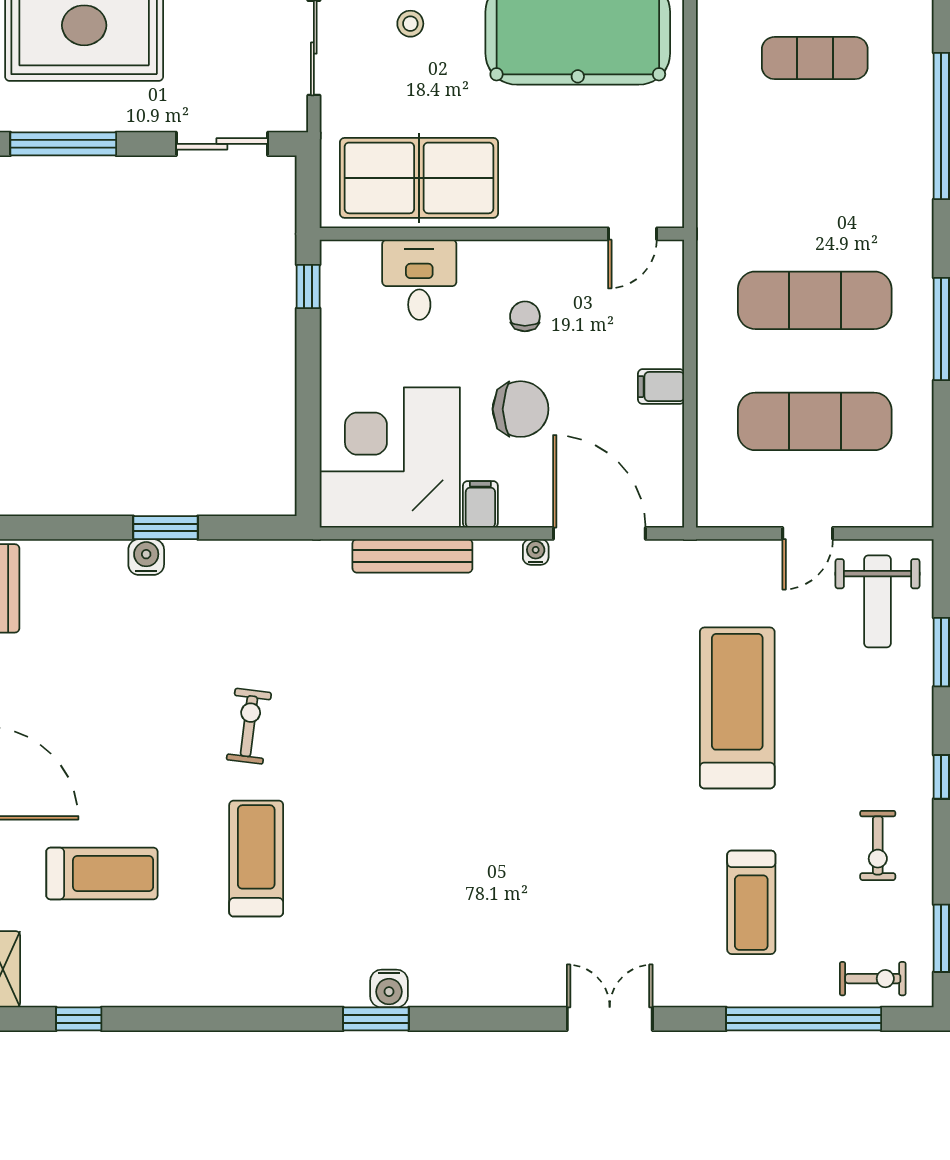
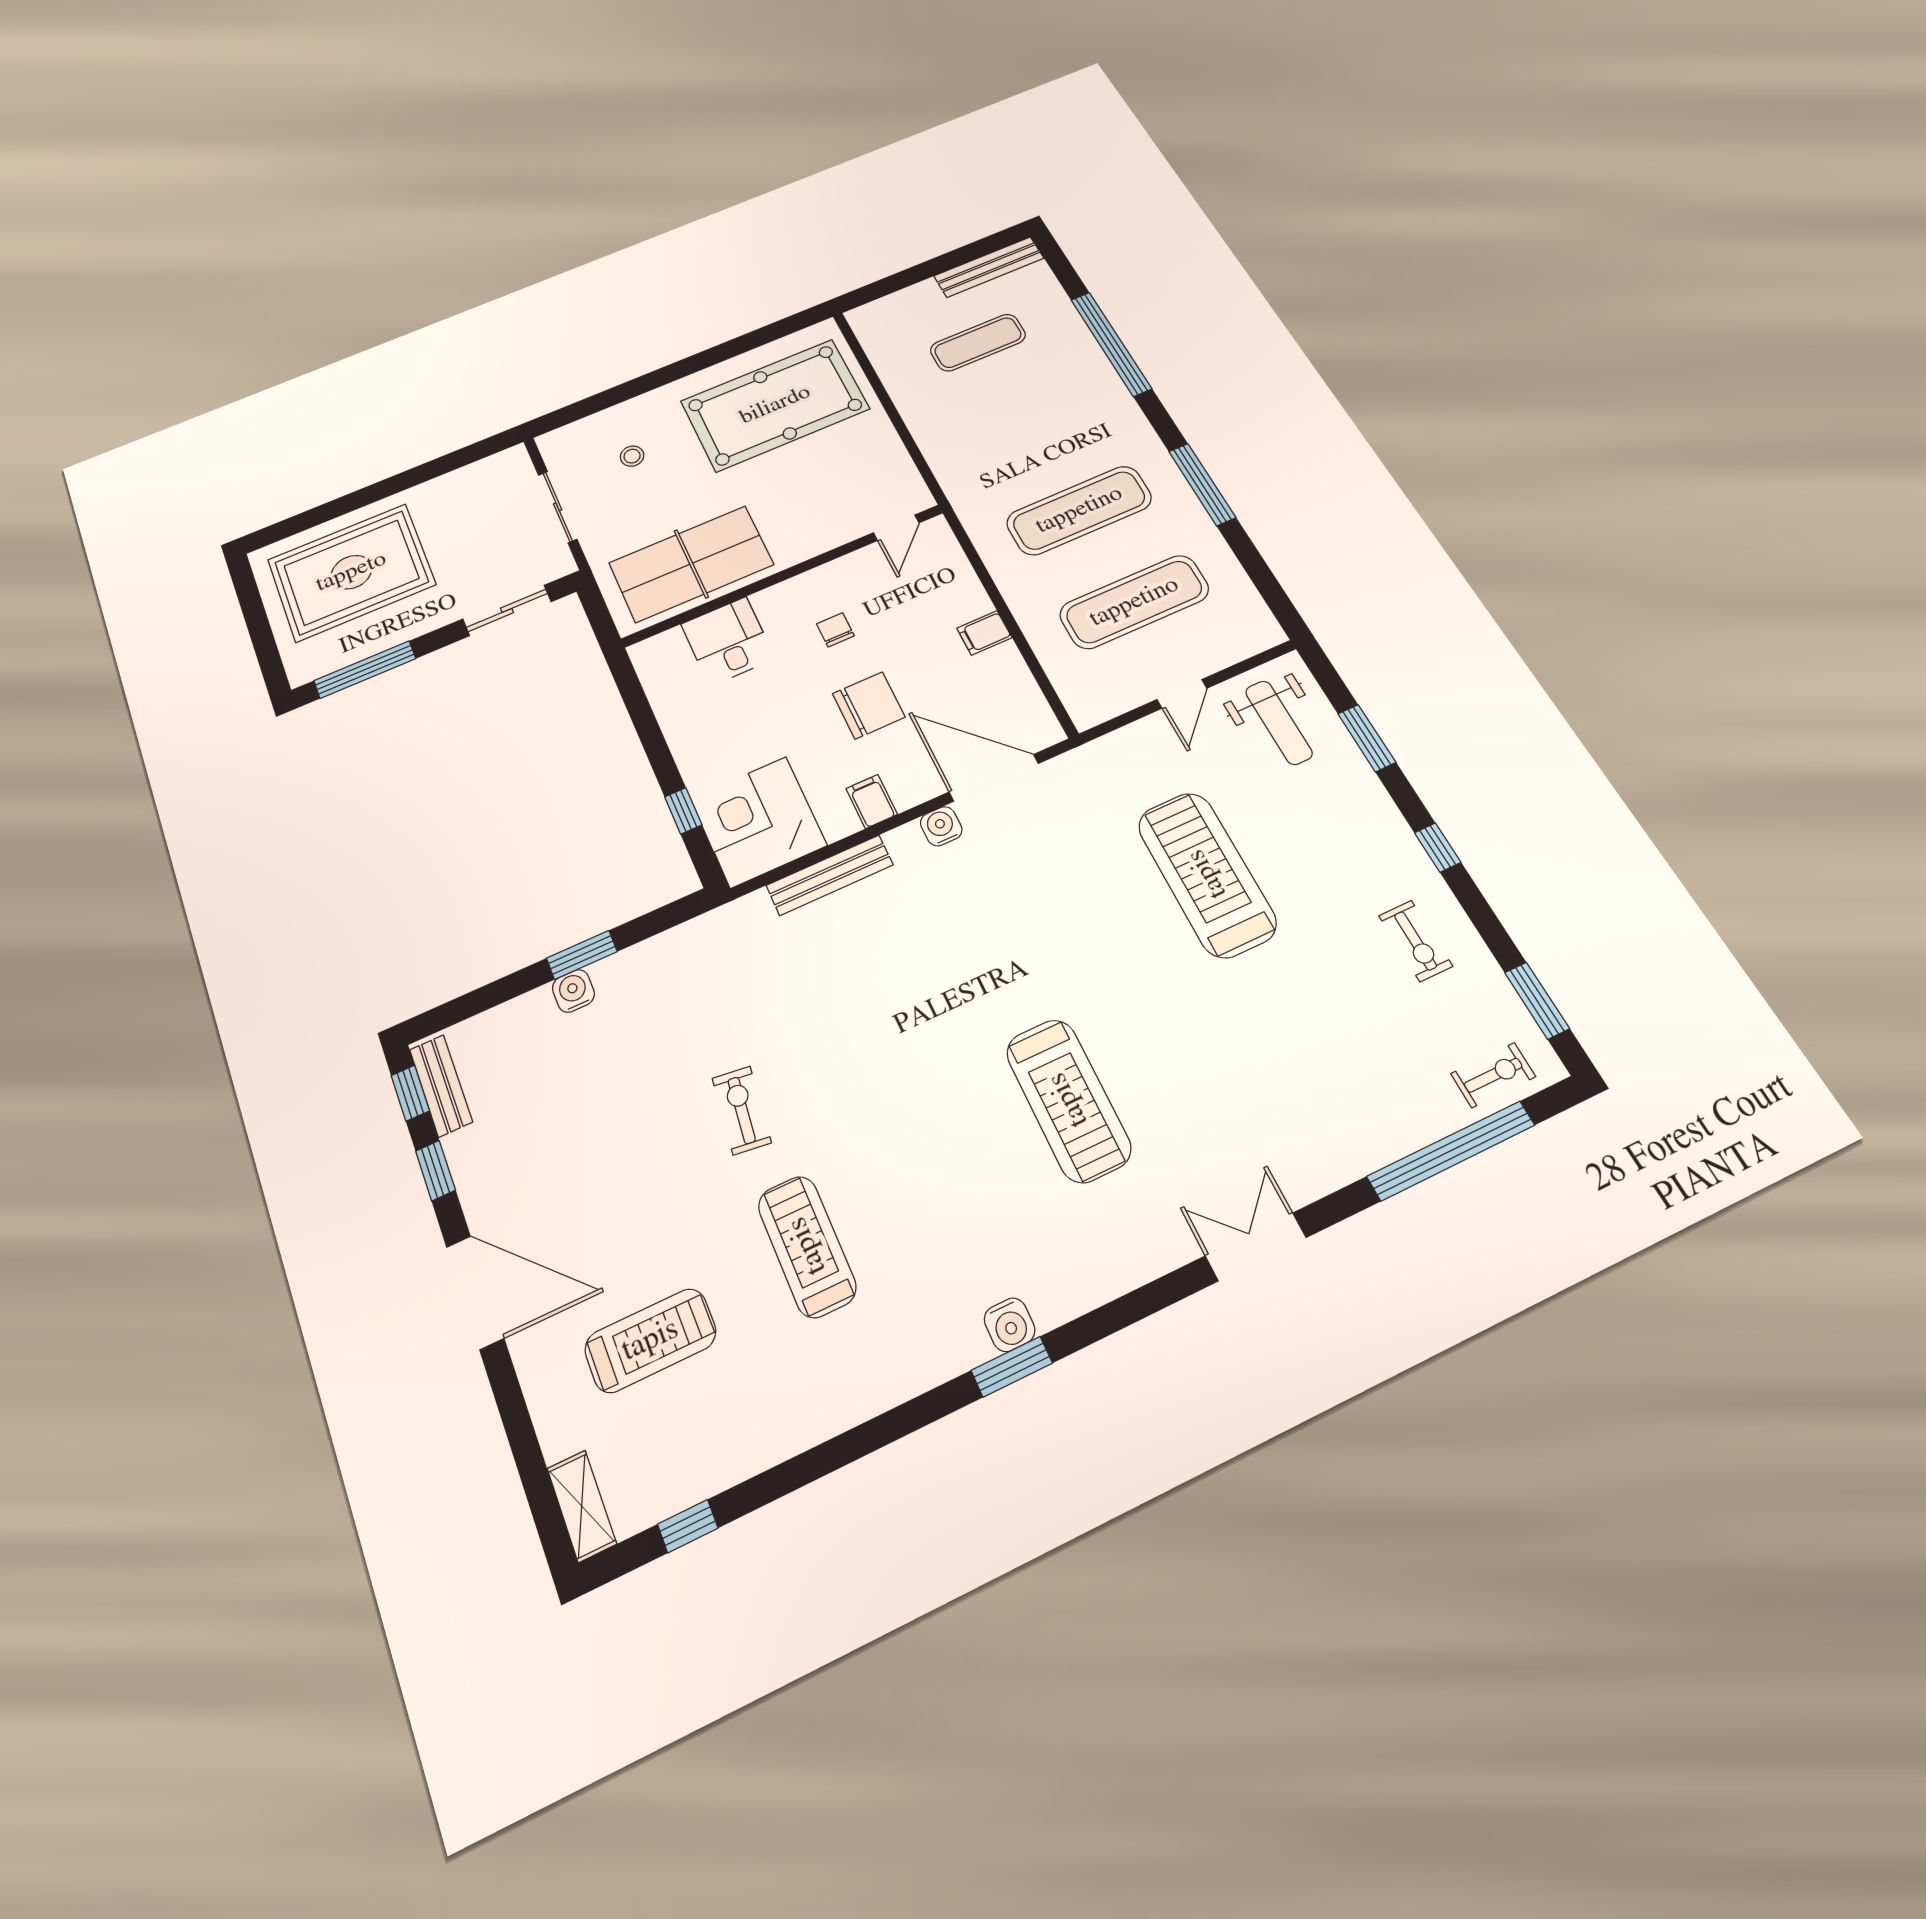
window: (308, 287) -> (683, 811), moved
corner desk: (390, 457) -> (759, 822), width x0.74, depth x0.74
water cooler: (536, 552) -> (941, 826), width x1.38, depth x1.38
treadmill: (751, 902) -> (1068, 1100), moved, width x1.37, depth x1.38

